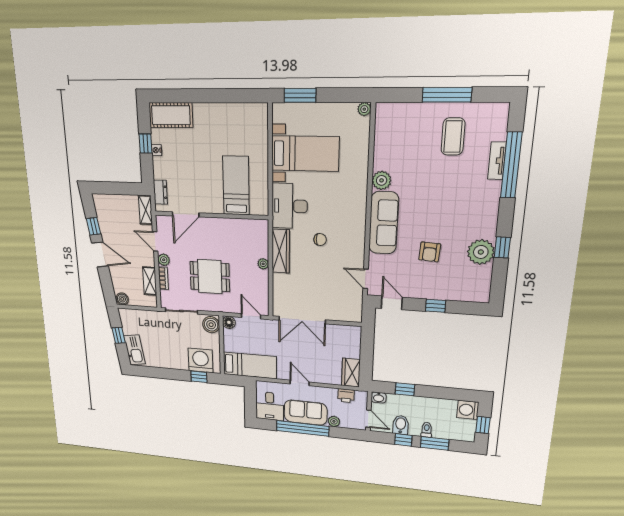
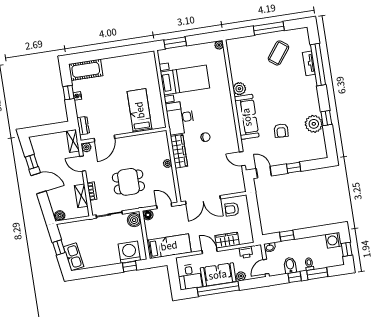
coffee table: (453, 136) -> (278, 53), turned 37
plant: (164, 260) -> (86, 147), moved
armchair: (338, 340) -> (232, 209), added
wardrobe: (351, 373) -> (227, 240), moved, turned 90
door: (368, 419) -> (266, 267), swing flipped

